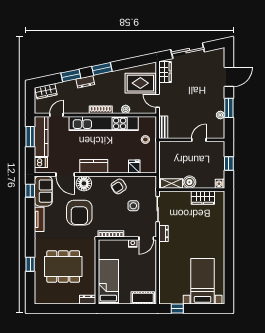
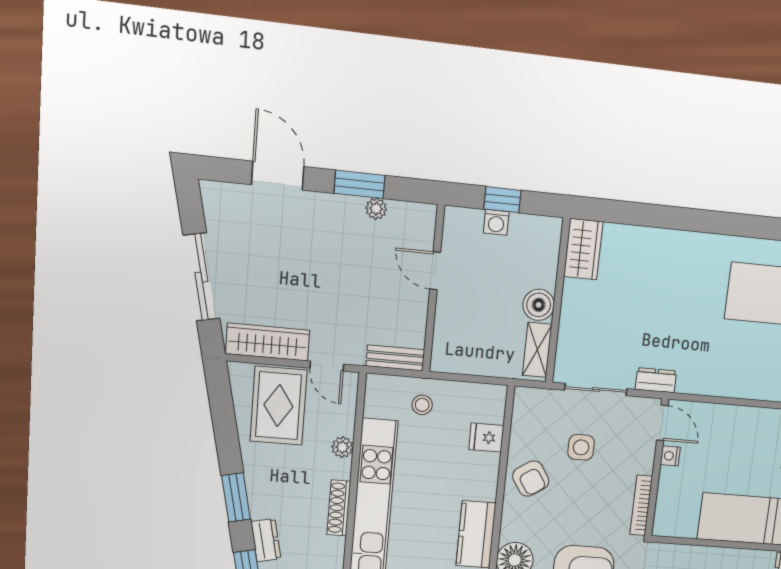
wardrobe: (165, 72) -> (268, 342), width x1.50
door: (158, 101) -> (327, 366), hinge flipped
washing machine: (220, 184) -> (496, 222), moved
wardrobe: (203, 198) -> (583, 249), moved

